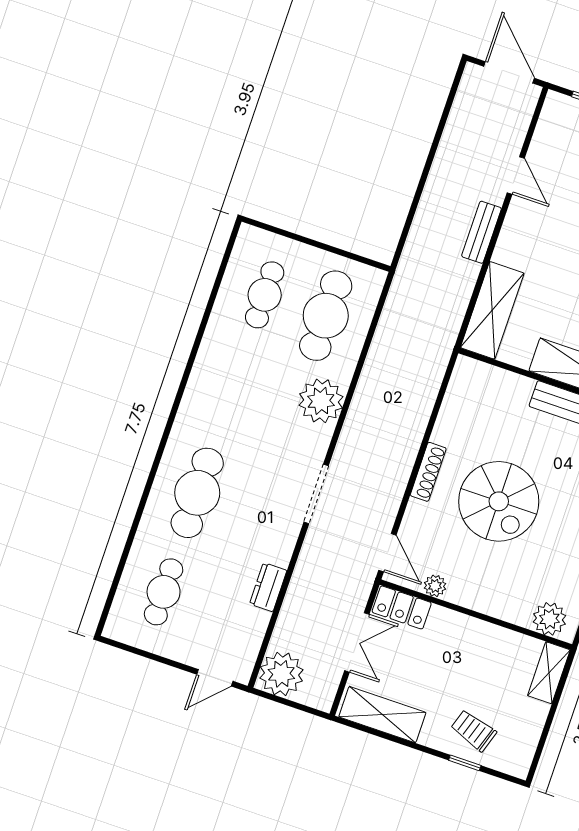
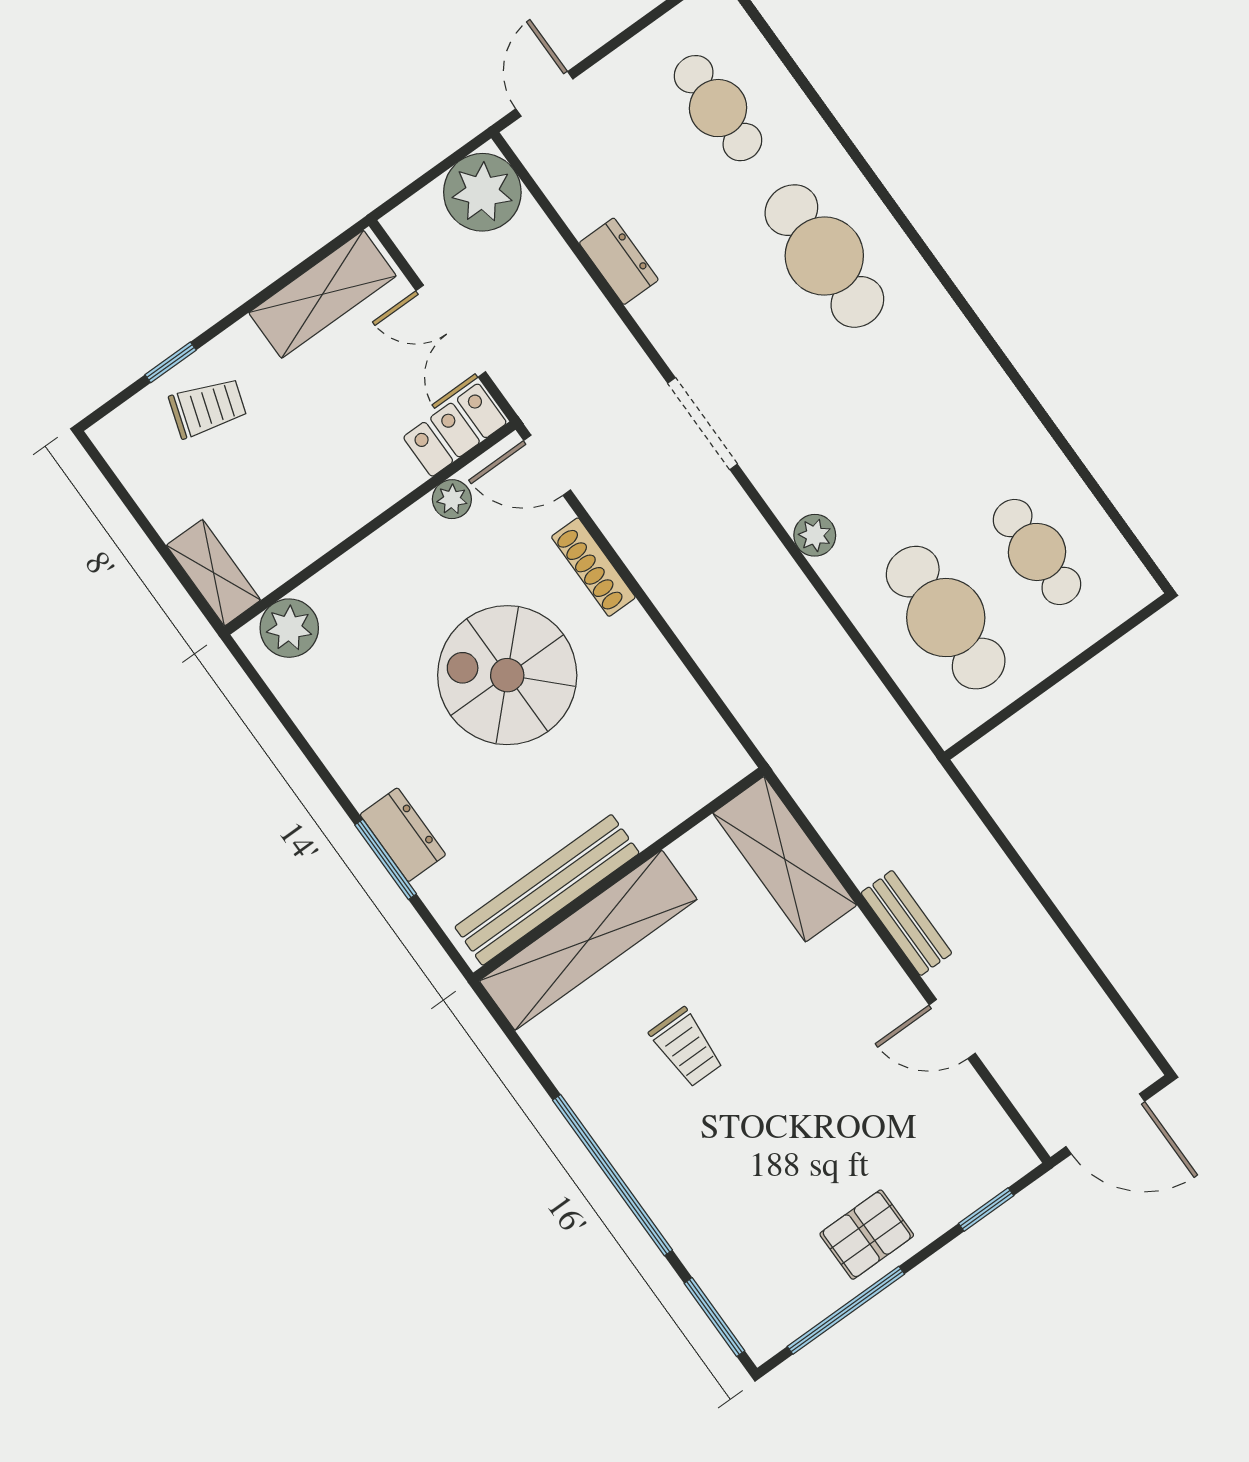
plant: (321, 401) -> (815, 535), width x0.53, depth x0.53
shoe rack: (428, 472) -> (593, 567), moved

